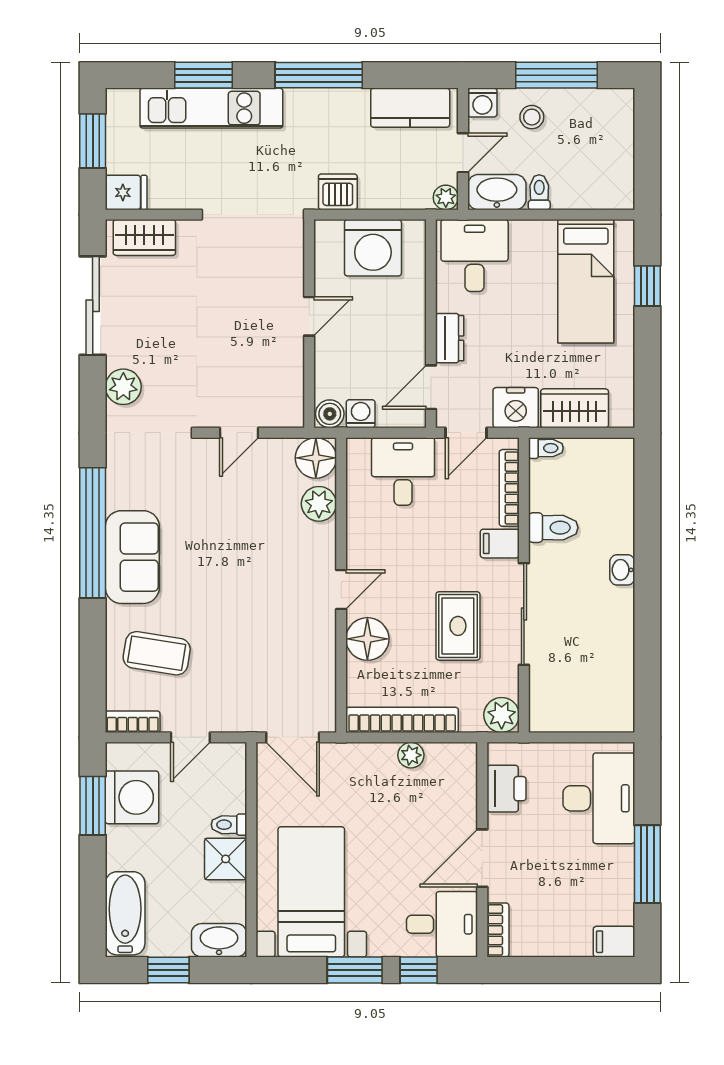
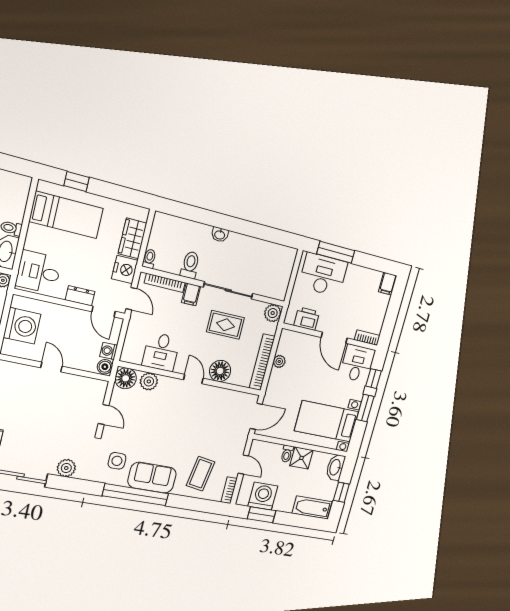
desk: (403, 471) -> (161, 352), moved, turned -90
side table: (154, 480) -> (117, 461), added
window: (647, 864) -> (336, 252), moved

